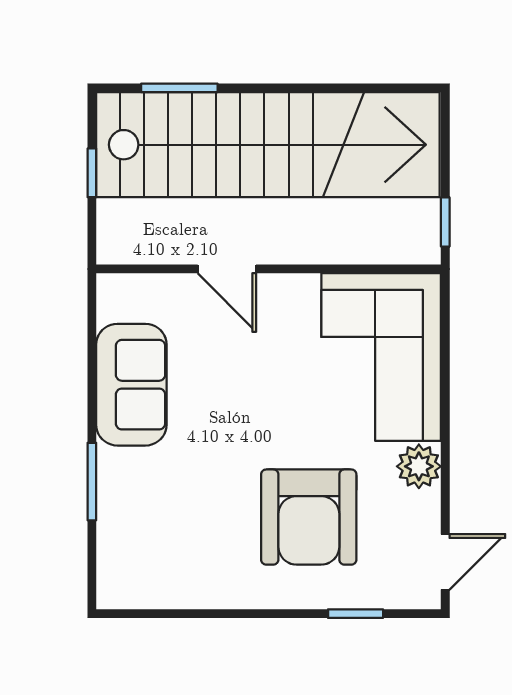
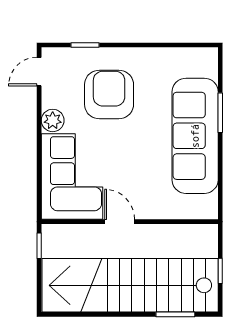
door: (227, 269) -> (120, 222), moved
sofa: (131, 385) -> (195, 136), width x1.85, depth x1.27

